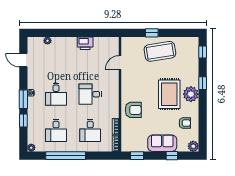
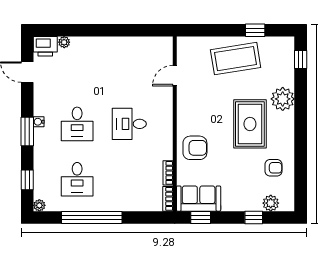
window: (152, 33) -> (255, 30), moved
printer: (85, 43) -> (45, 46), moved
window: (203, 83) -> (301, 107), removed
plant: (191, 94) -> (283, 99), moved
window: (23, 121) -> (27, 180), moved
desk: (90, 131) -> (129, 179), removed
sofa: (162, 143) -> (199, 199), moved
plant: (193, 146) -> (271, 203), moved

